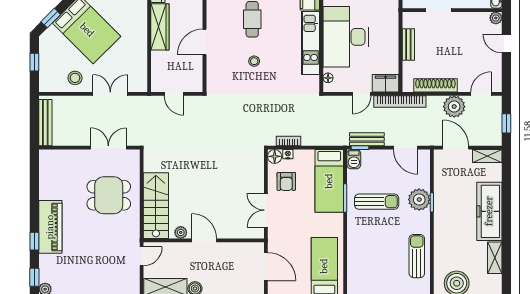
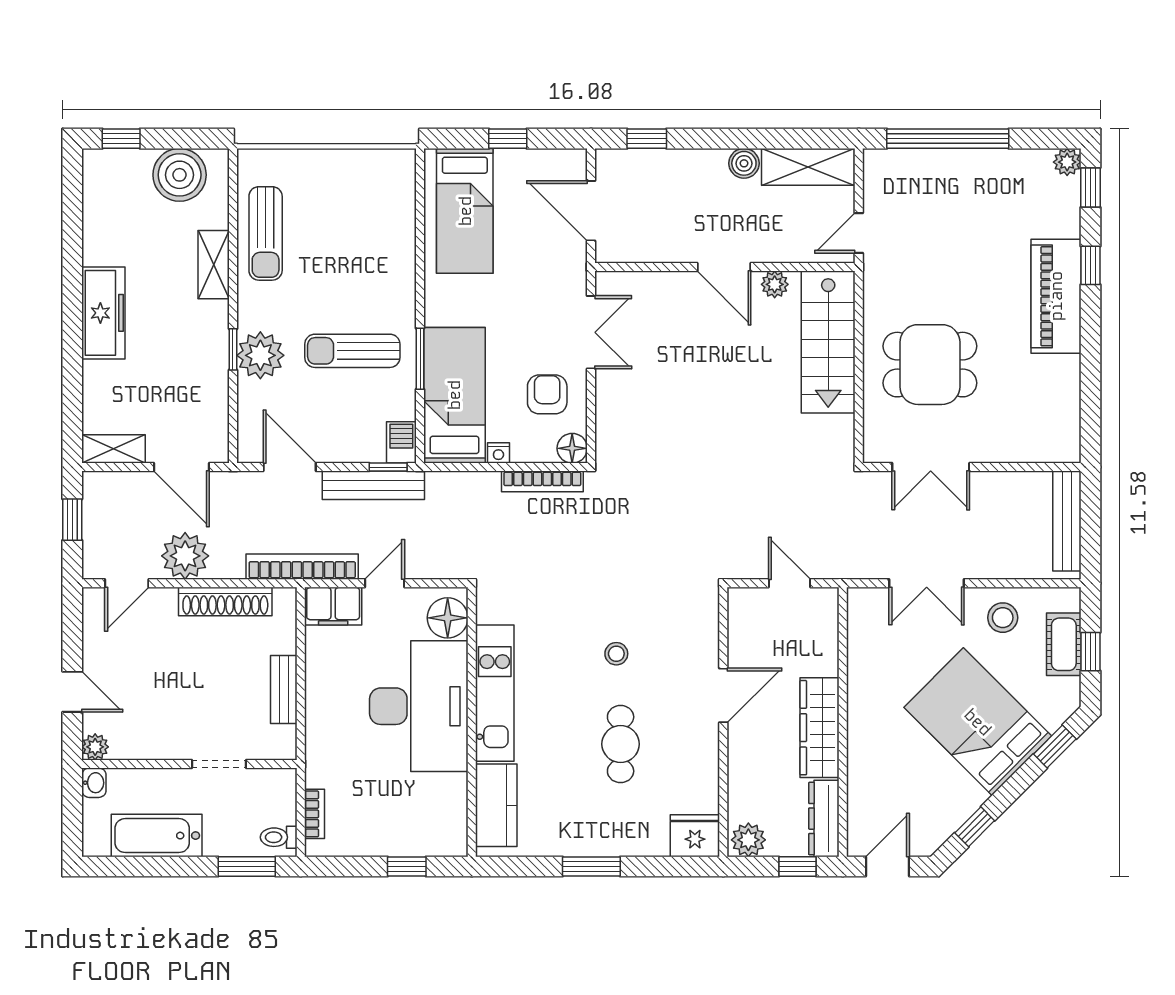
cot: (47, 66) -> (1064, 644), added
floor lamp: (328, 78) -> (448, 618), width x1.89, depth x1.89
bench: (367, 139) -> (373, 485), width x1.36
bookcase: (288, 141) -> (542, 481), width x1.56
nightstand: (288, 154) -> (498, 453), moved
freezer: (489, 211) -> (103, 313), width x0.73, depth x0.79
shelving: (495, 258) -> (214, 265), moved

